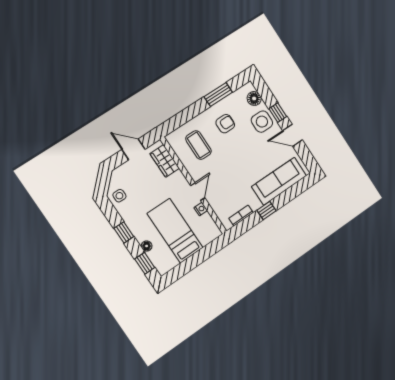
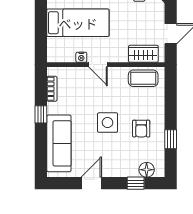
window: (218, 95) -> (171, 139), width x0.67
window: (278, 113) -> (136, 183), moved
side table: (262, 122) -> (108, 123), moved
coffee table: (198, 145) -> (143, 78), moved

